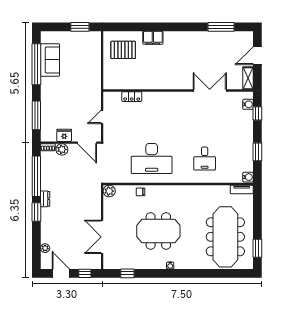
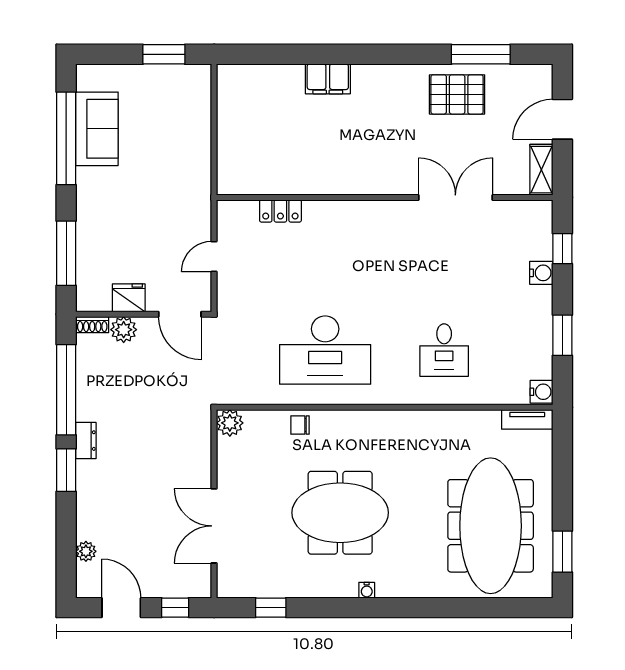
pallet: (123, 50) -> (457, 94), moved
water cooler: (248, 104) -> (541, 273), moved

